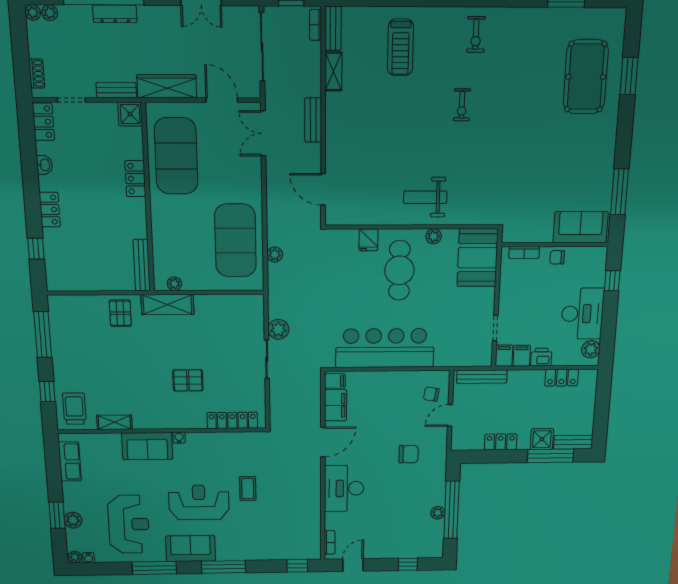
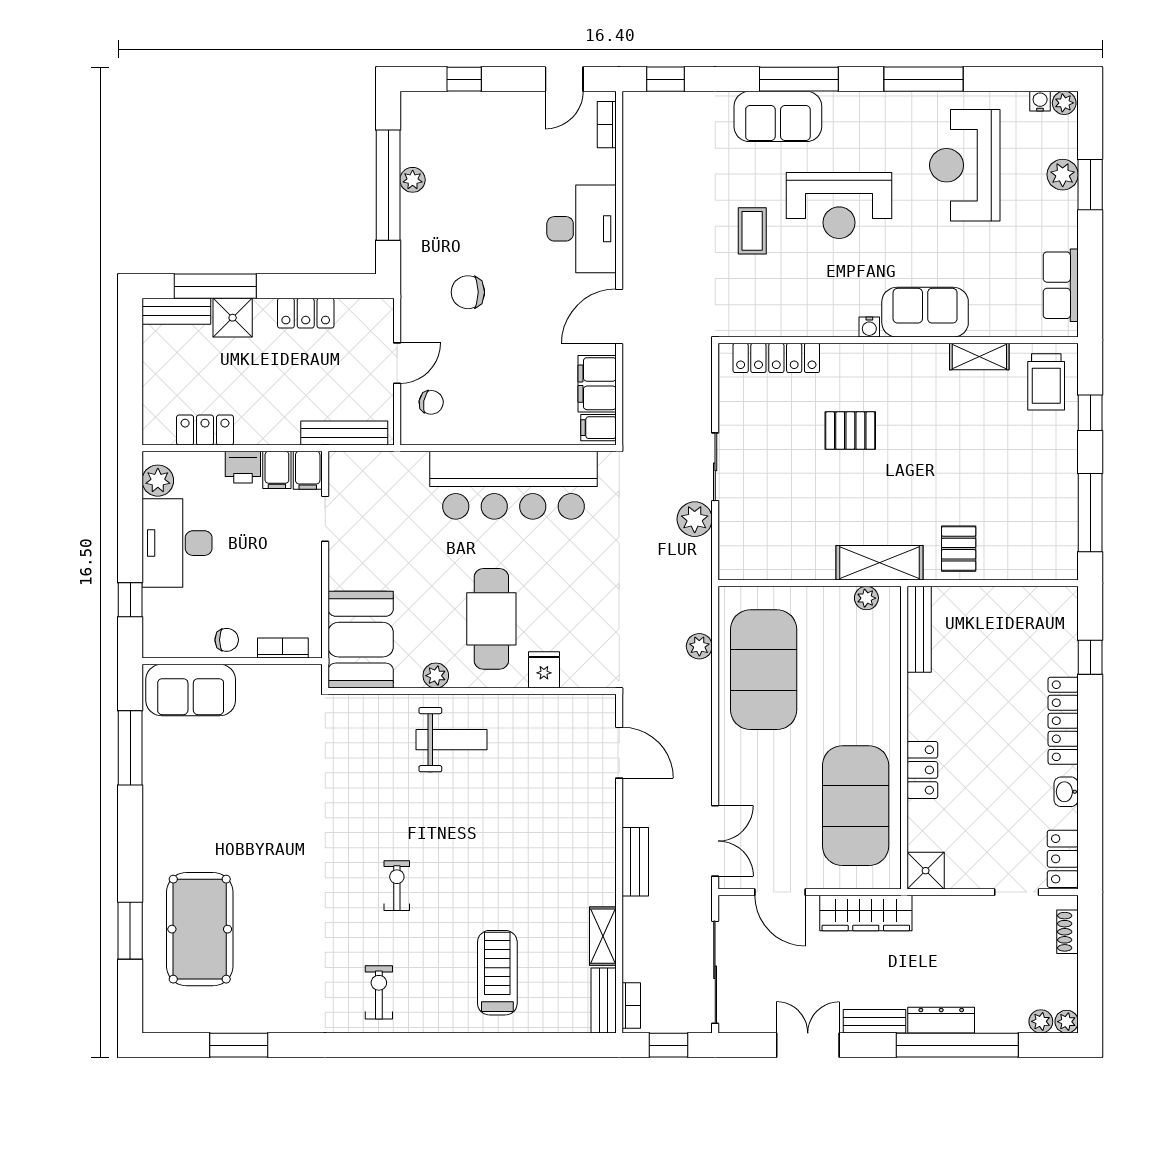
bench: (116, 90) -> (875, 1021), moved
locker: (50, 210) -> (1063, 721), width x1.53
sofa: (191, 549) -> (778, 116), moved

